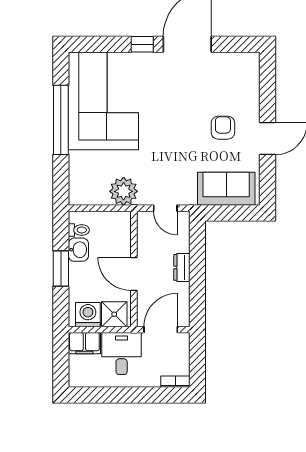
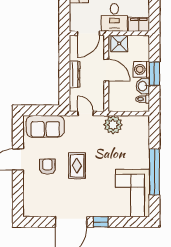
corner sofa: (103, 101) -> (132, 193), width x0.73, depth x0.74
armchair: (223, 128) -> (47, 167), turned 180
rug: (178, 129) -> (77, 166), added
dresser: (182, 267) -> (75, 74), width x1.44
washing machine: (88, 315) -> (141, 69), moved, turned 90

